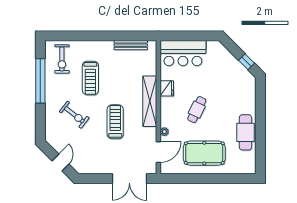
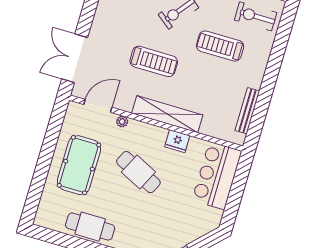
cafe table: (197, 110) -> (138, 172), width x1.37, depth x1.35
door: (158, 152) -> (98, 106), swing flipped

